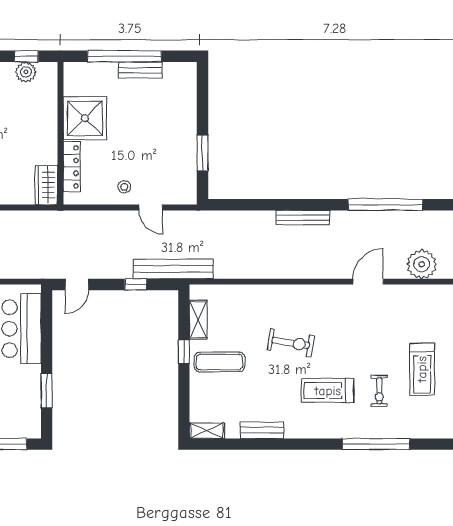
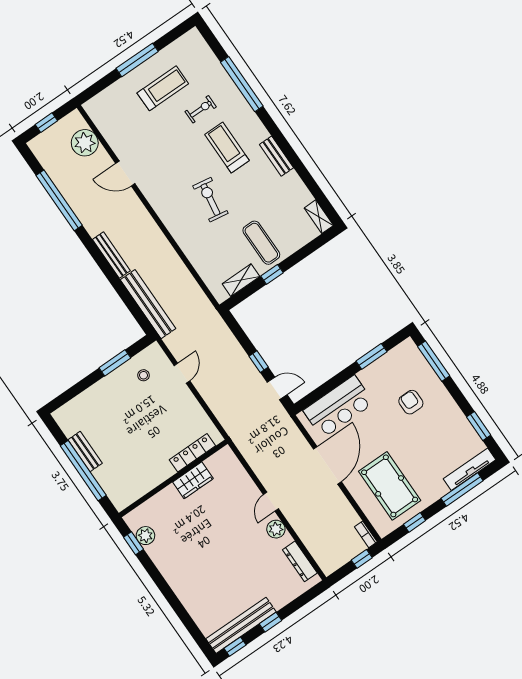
shower: (85, 118) -> (150, 468), removed
wardrobe: (46, 185) -> (193, 480), moved
stool: (124, 187) -> (144, 375), moved
bench: (173, 269) -> (148, 304), moved
window: (136, 284) -> (259, 362), moved
treadmill: (328, 391) -> (227, 147), turned 180
bench: (262, 430) -> (277, 156), moved

